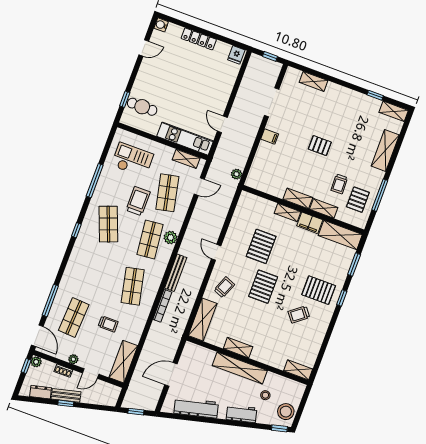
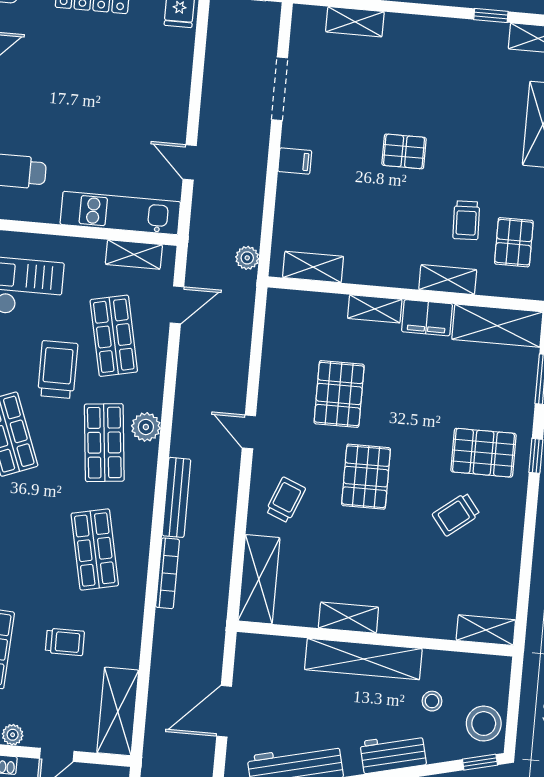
shelving: (298, 198) -> (313, 267), moved

